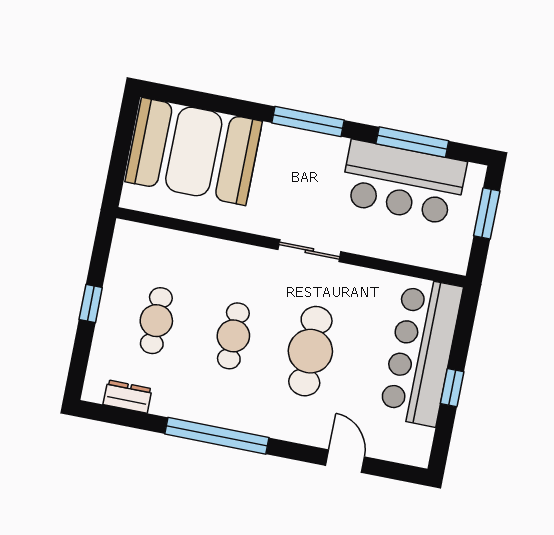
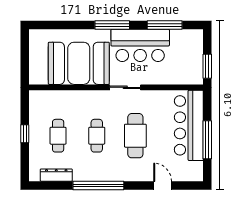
booth: (194, 151) -> (79, 63), moved
bar counter: (403, 182) -> (140, 45), moved
window: (487, 213) -> (207, 66), moved
window: (452, 388) -> (207, 140), width x2.17
dresser: (128, 397) -> (56, 175), width x1.44

